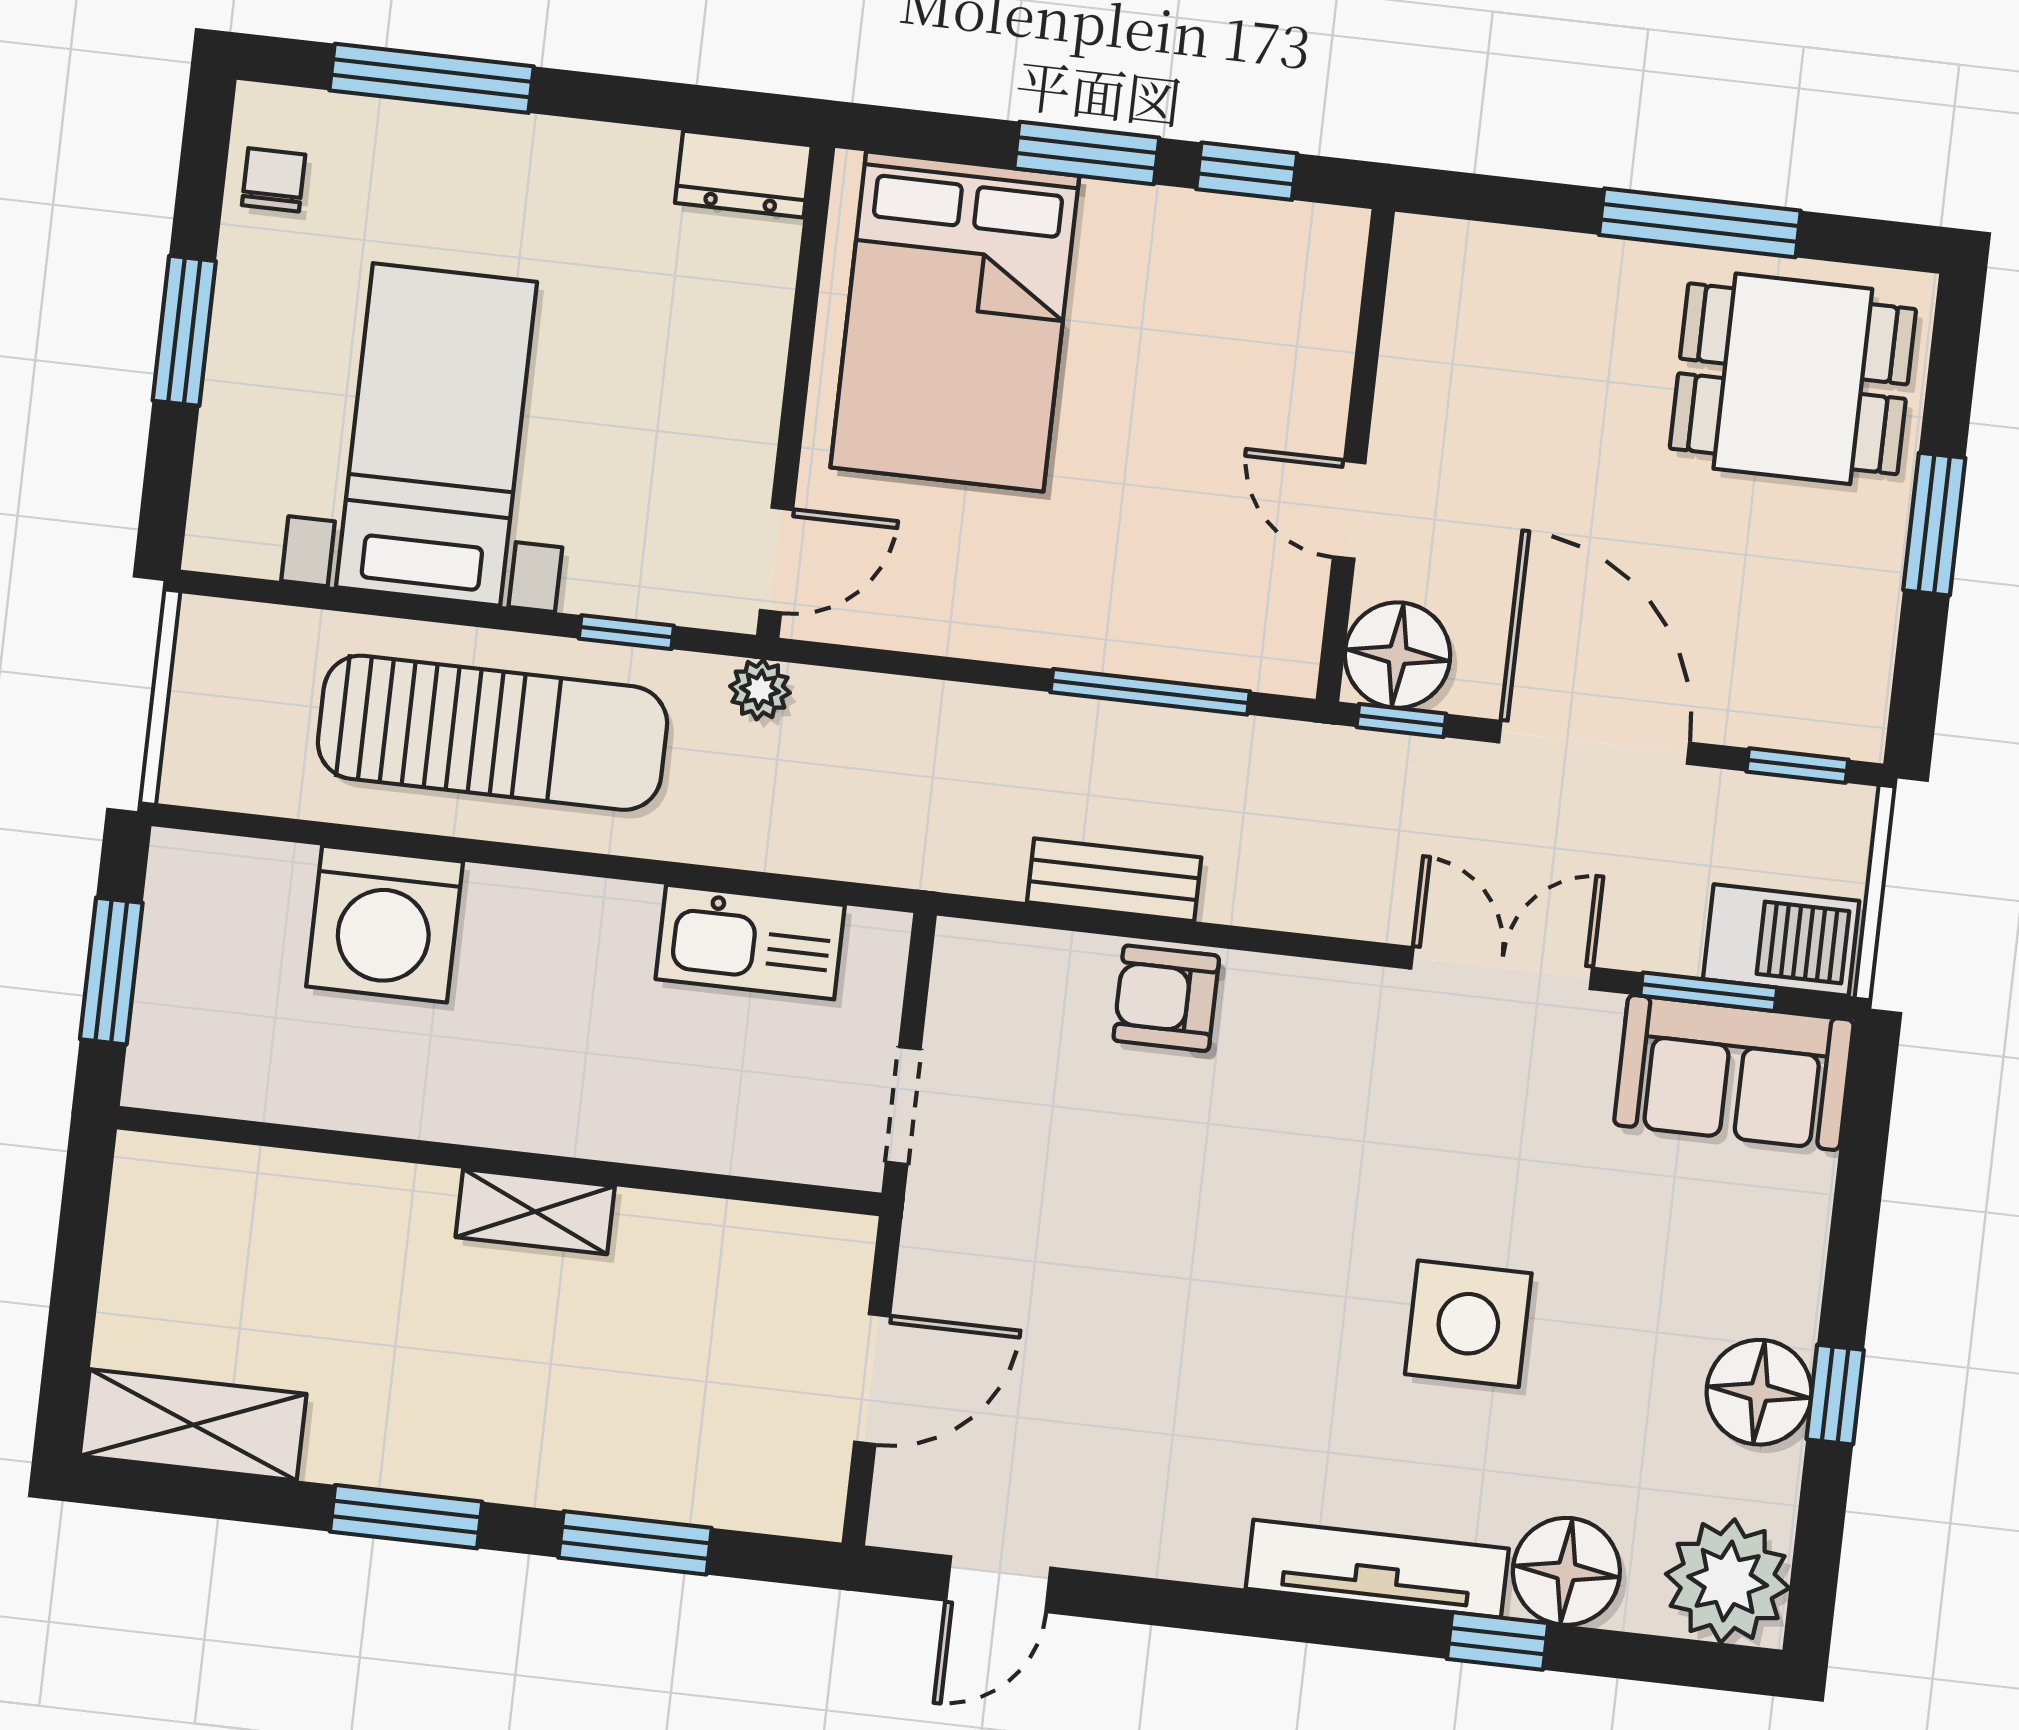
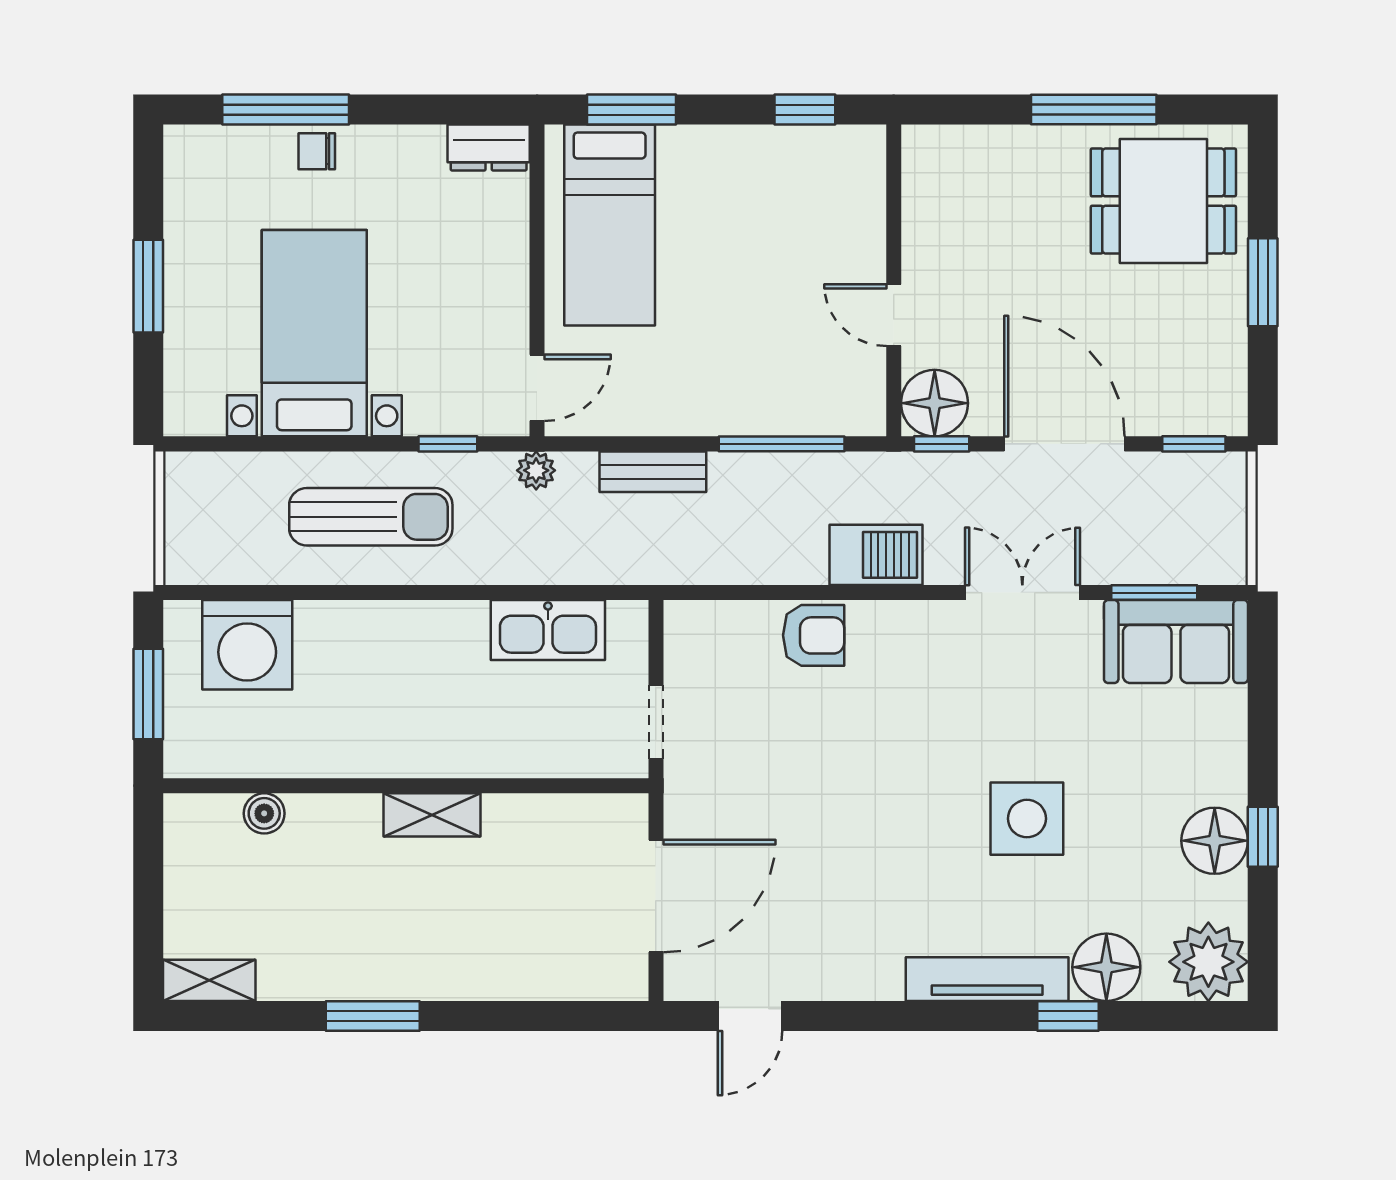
window: (1087, 153) -> (631, 110), moved
chair: (274, 180) -> (317, 151), moved, turned -90
bed: (955, 322) -> (610, 225), width x0.67
sun lounger: (492, 733) -> (371, 517), width x0.73, depth x0.75
bench: (1114, 880) -> (653, 472), moved
washing machine: (385, 924) -> (247, 645), moved
barbecue: (1781, 940) -> (876, 555), moved
armchair: (1166, 998) -> (814, 635), turned 180
boiler: (272, 1179) -> (264, 813), added
door: (872, 1379) -> (656, 896), width x1.36
shelving: (193, 1425) -> (209, 980), width x0.67, depth x0.75
window: (635, 1543) -> (519, 1016), removed

